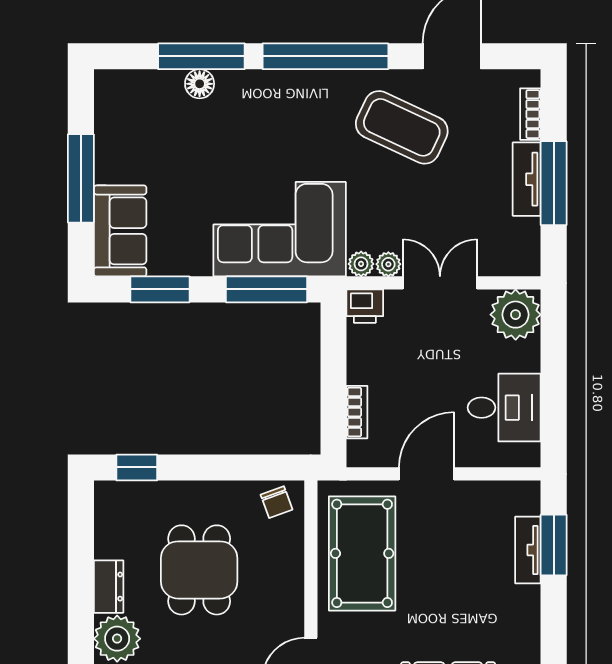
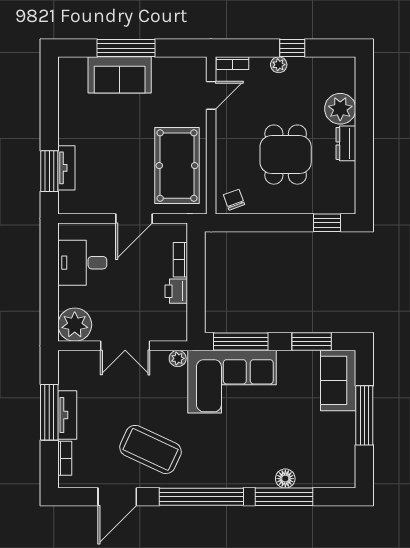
plant: (388, 264) -> (159, 358), removed
printer: (365, 306) -> (176, 291), moved, turned -90

